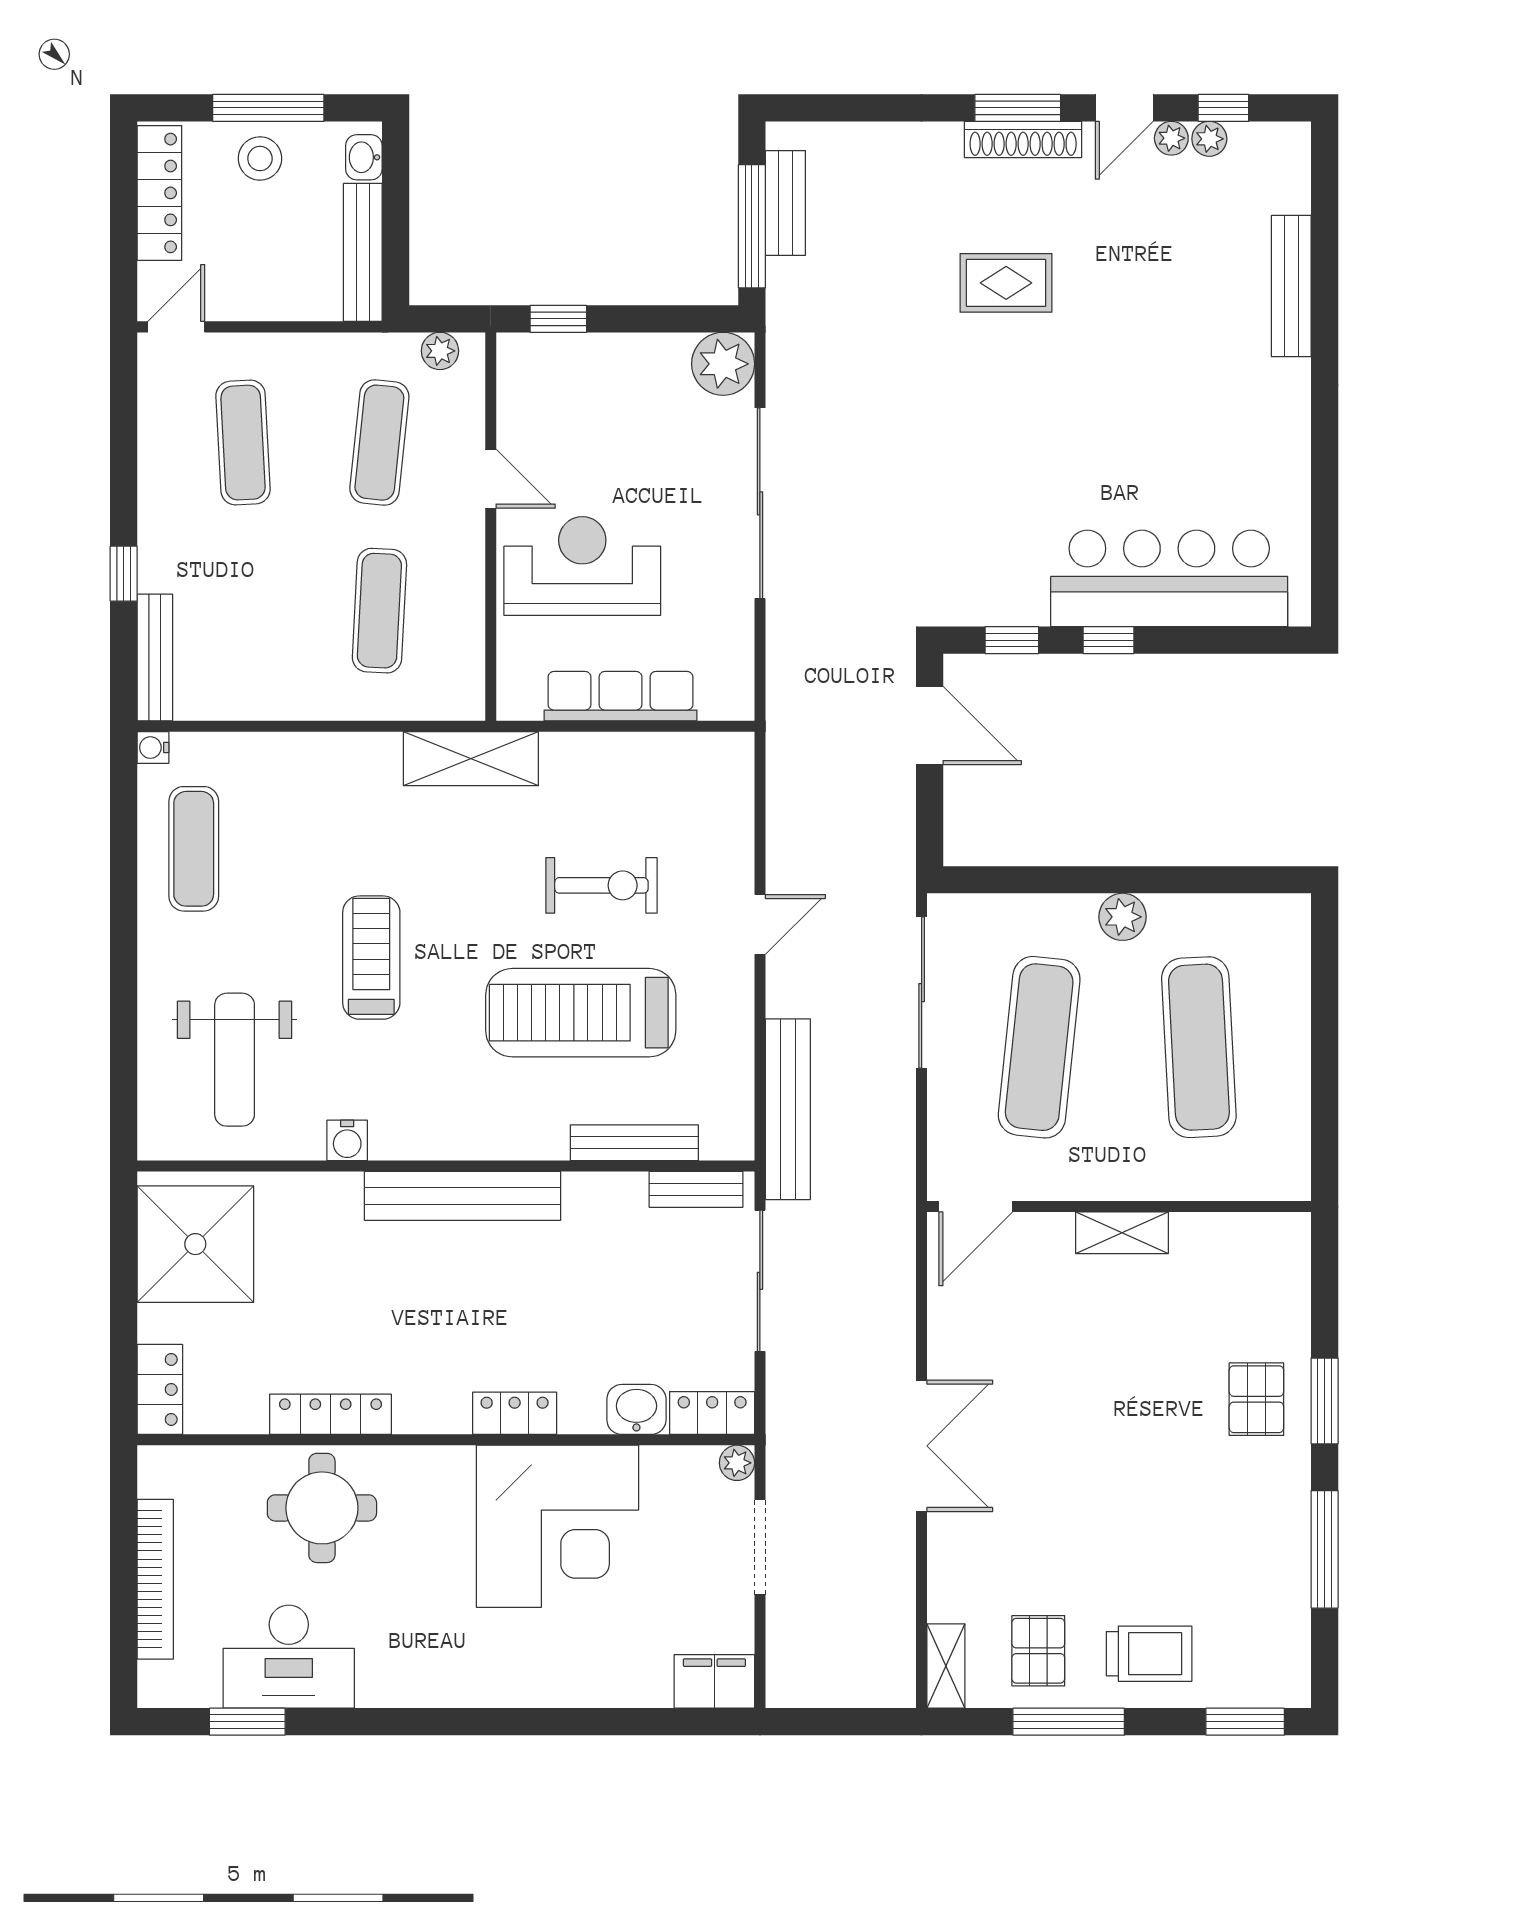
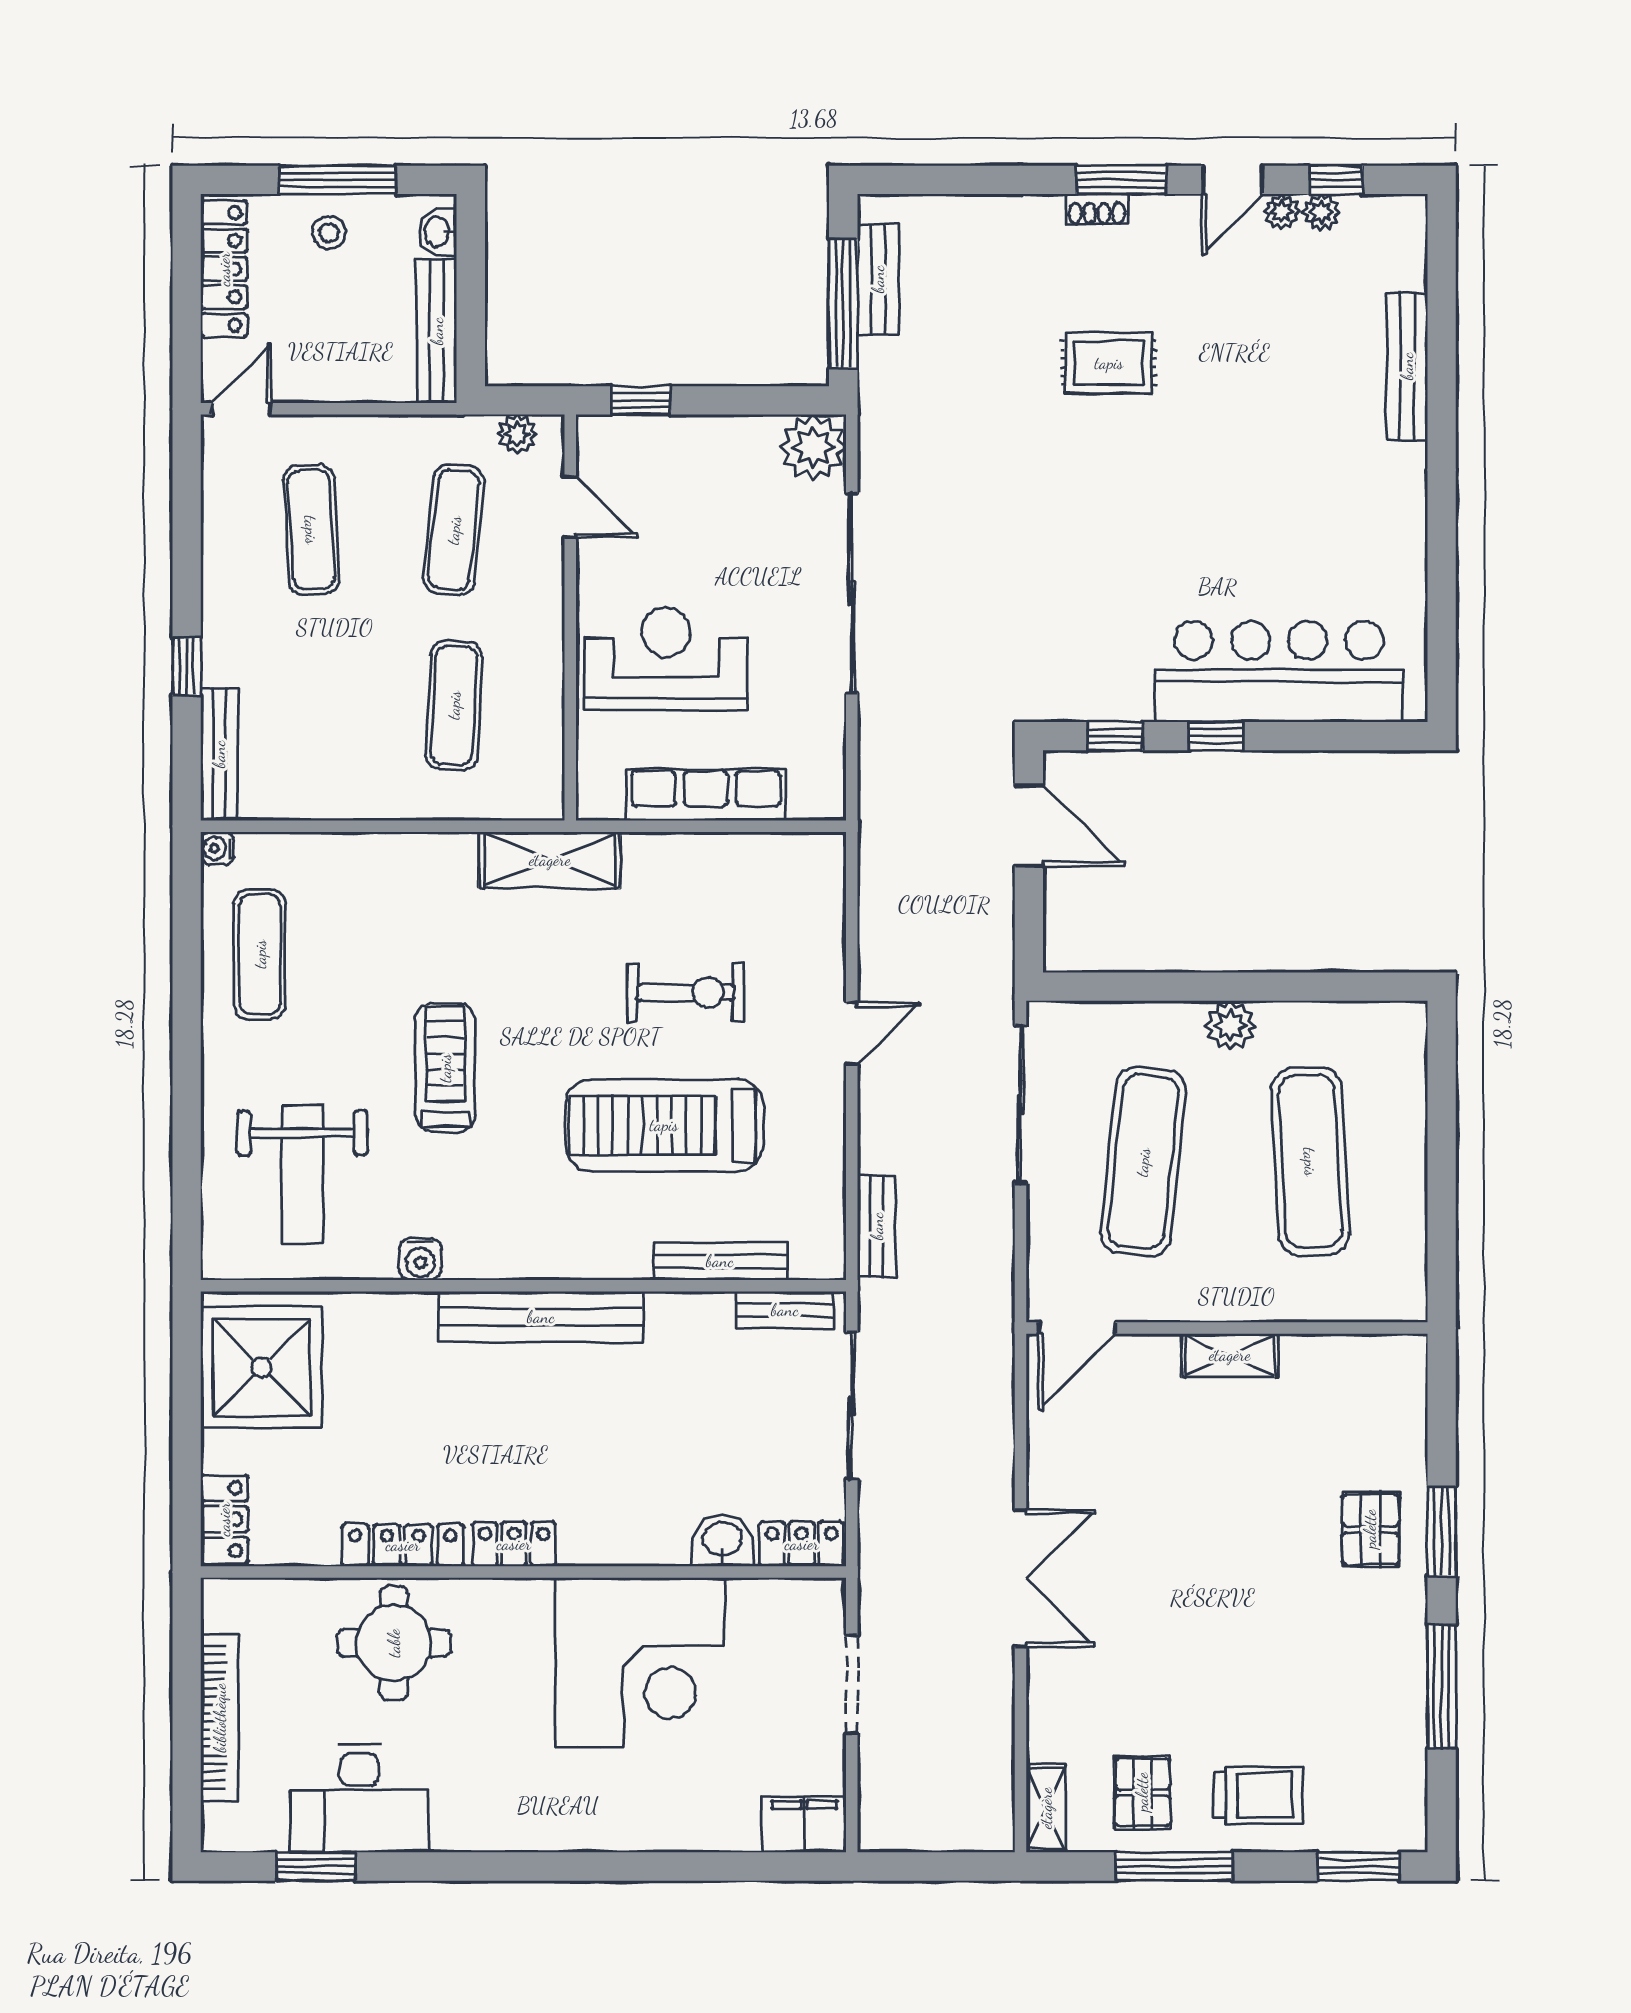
shoe rack: (1023, 139) -> (1097, 209), width x0.51, depth x0.81
stool: (260, 158) -> (329, 233), width x0.73, depth x0.73
door: (491, 479) -> (570, 507), moved
bench: (788, 1109) -> (877, 1226), width x0.54, depth x0.82
locker: (515, 1413) -> (514, 1544), moved
plant: (737, 1463) -> (828, 1596), removed

